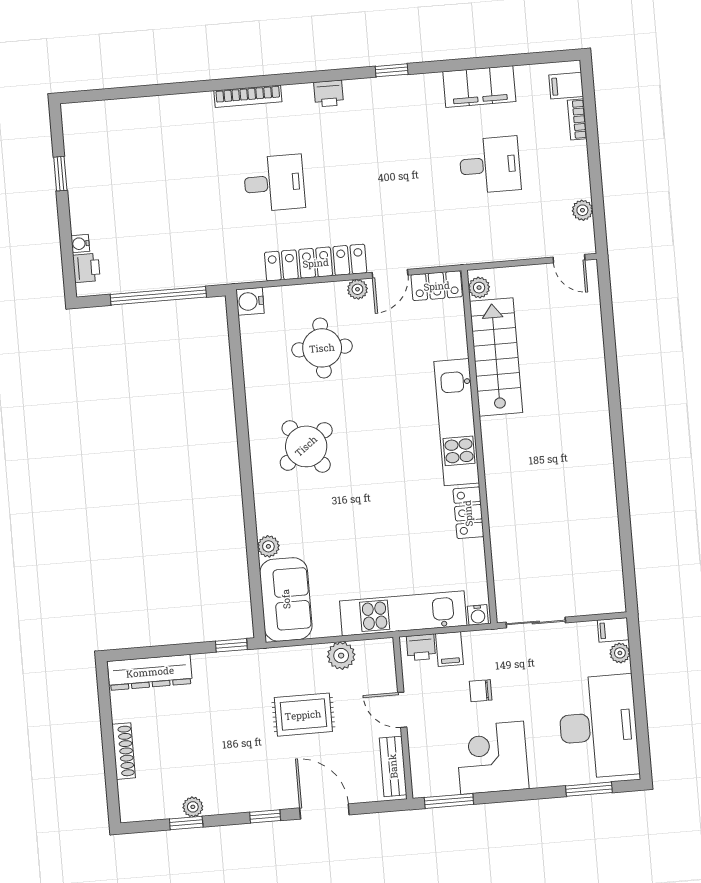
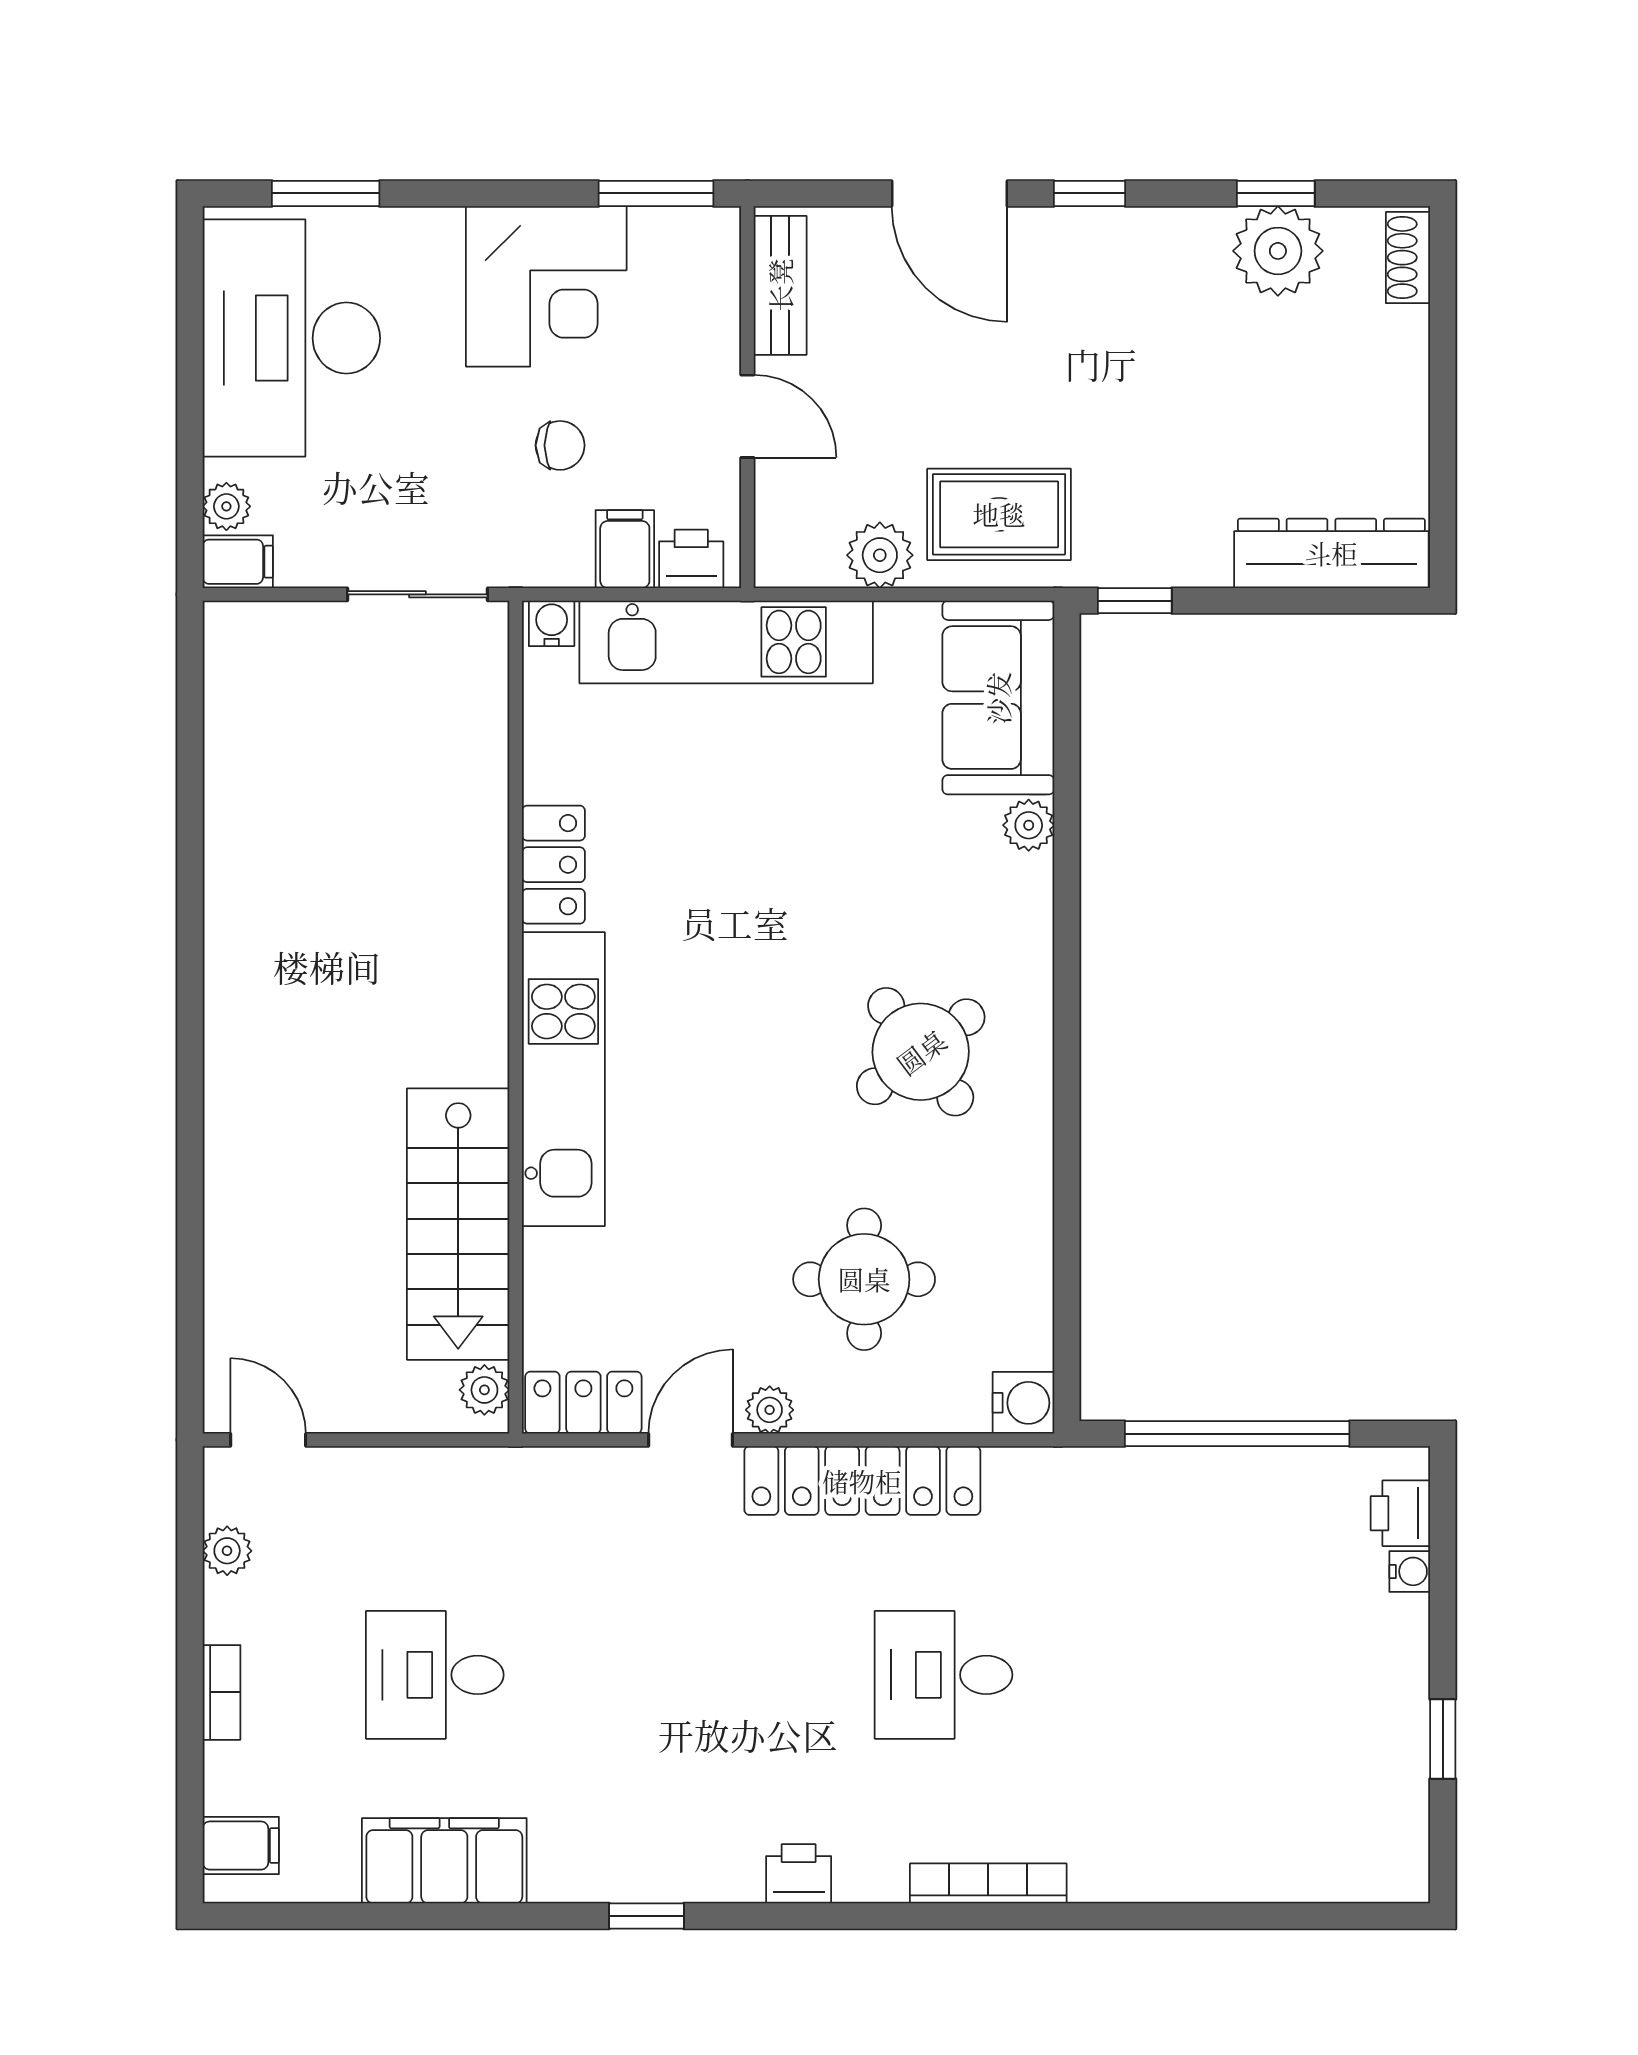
bookcase: (577, 119) -> (221, 1692), moved
rug: (303, 715) -> (999, 514), moved
shoe rack: (124, 751) -> (1408, 258), moved, width x0.70
plant: (193, 807) -> (1278, 251), width x1.88, depth x1.88

